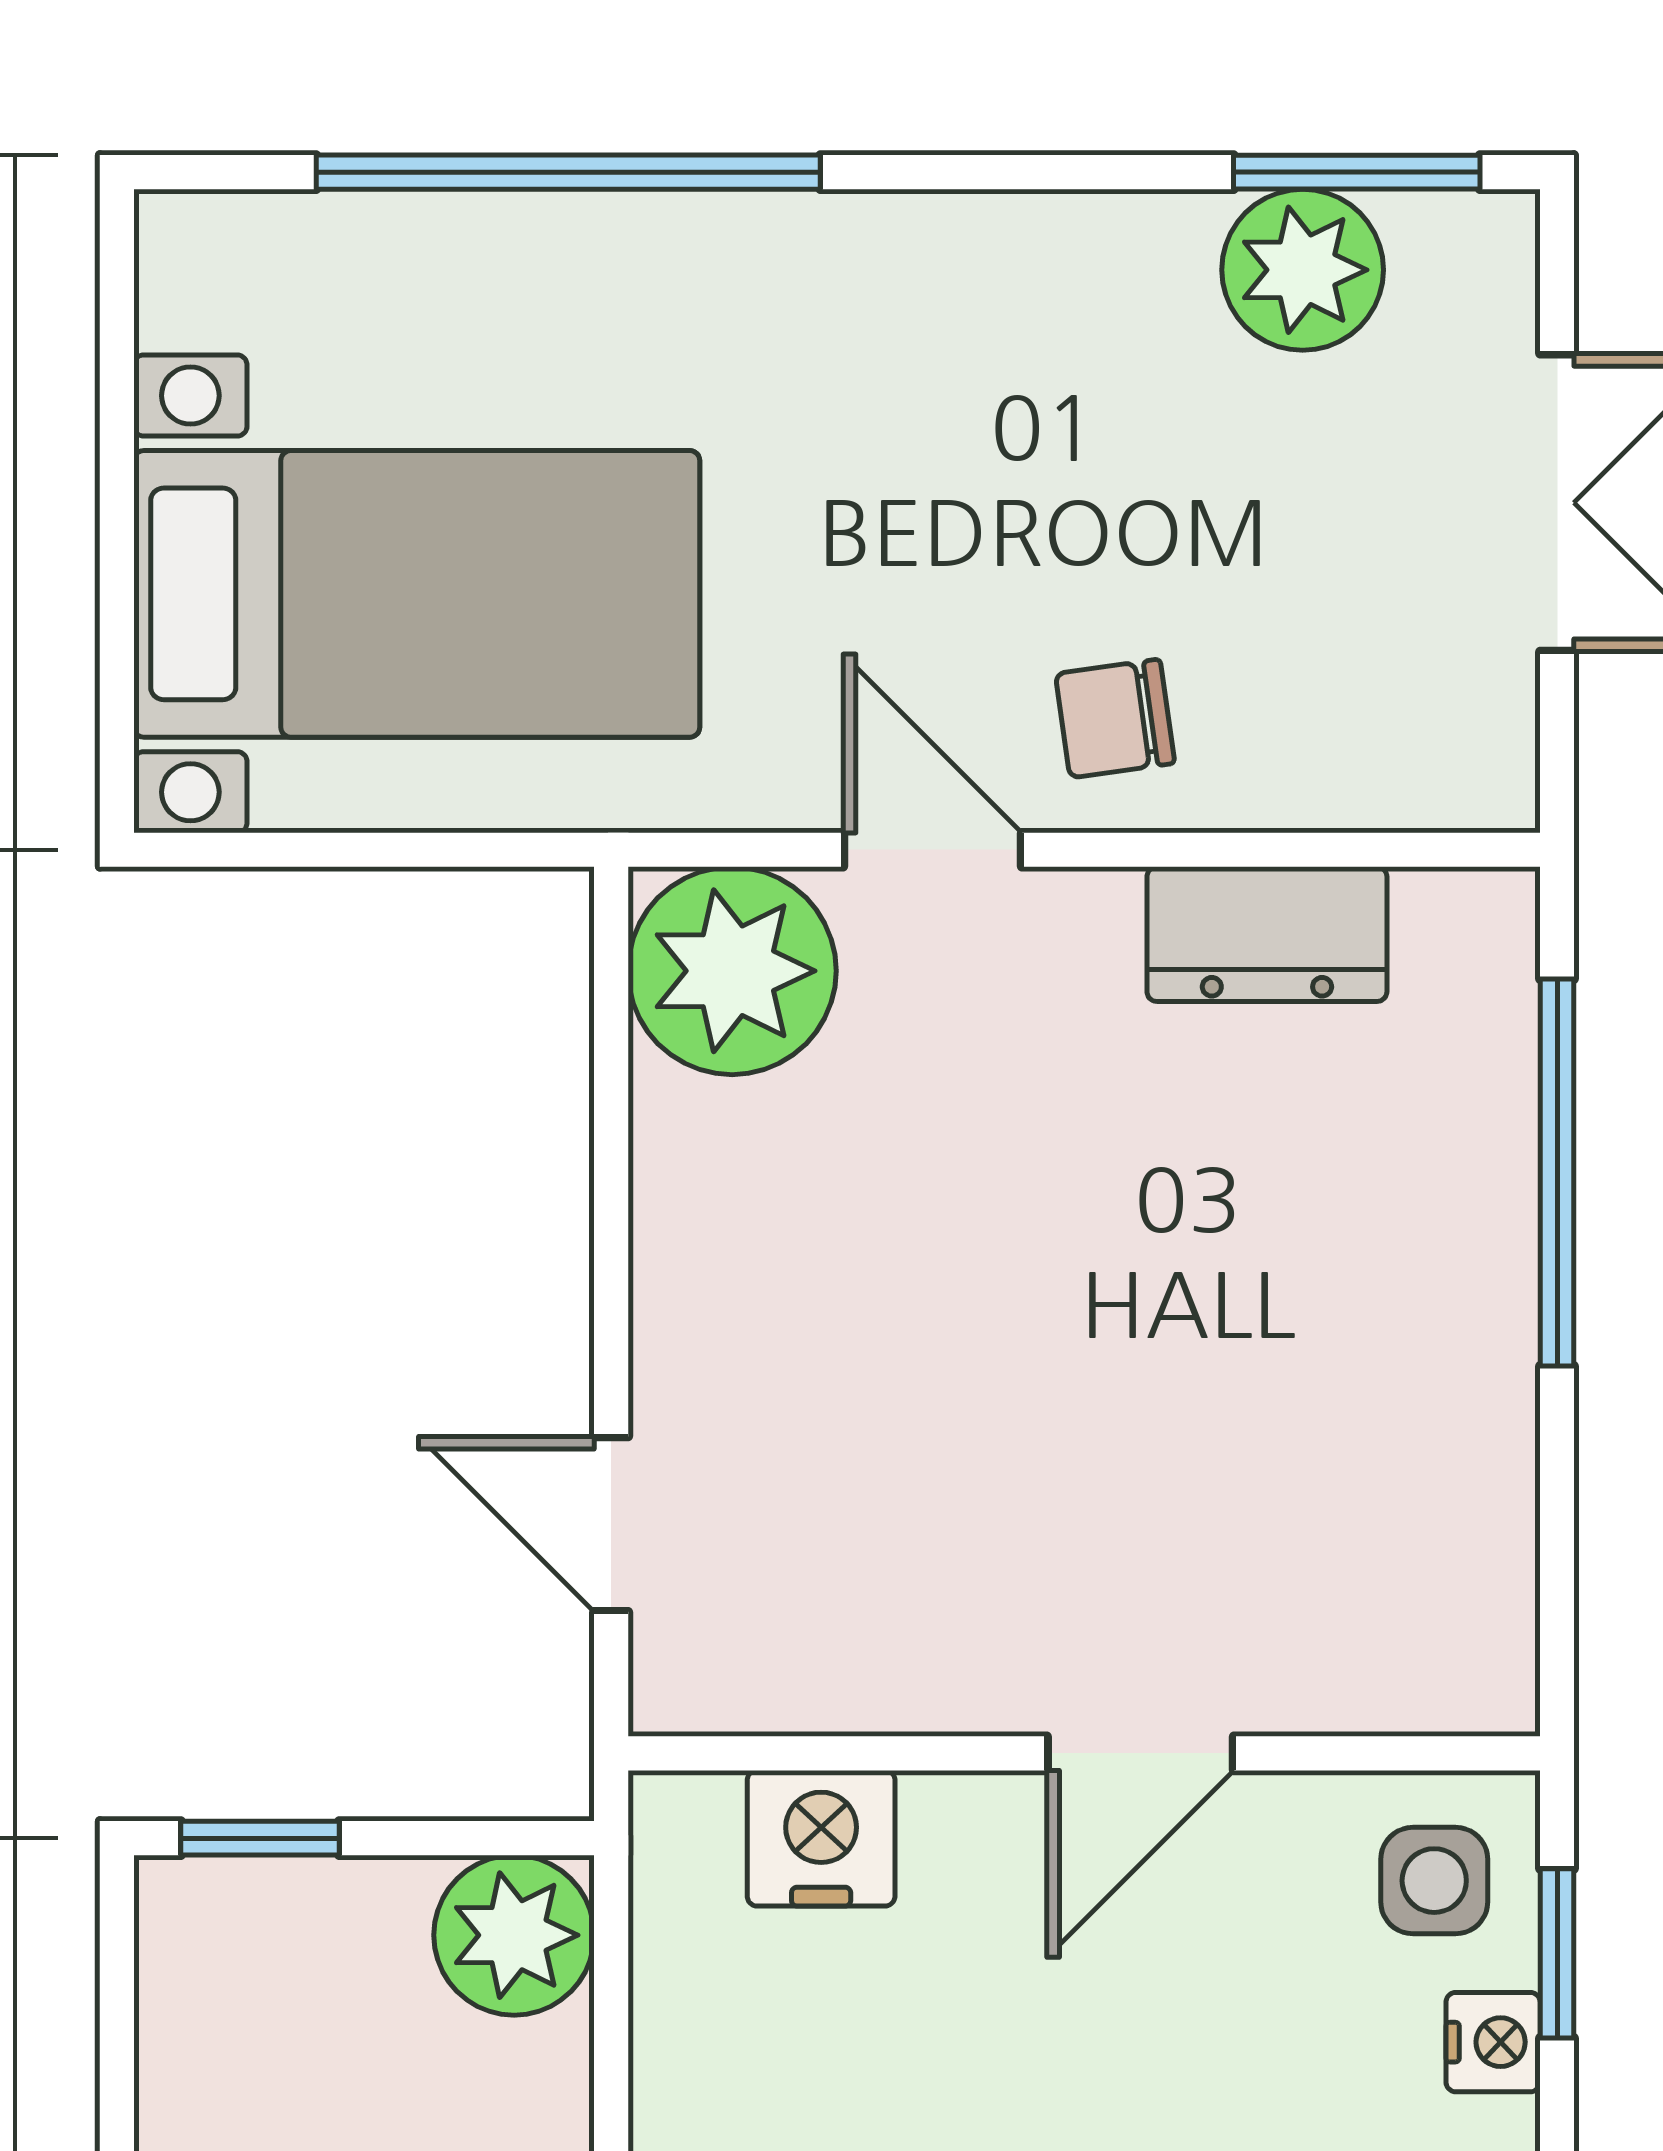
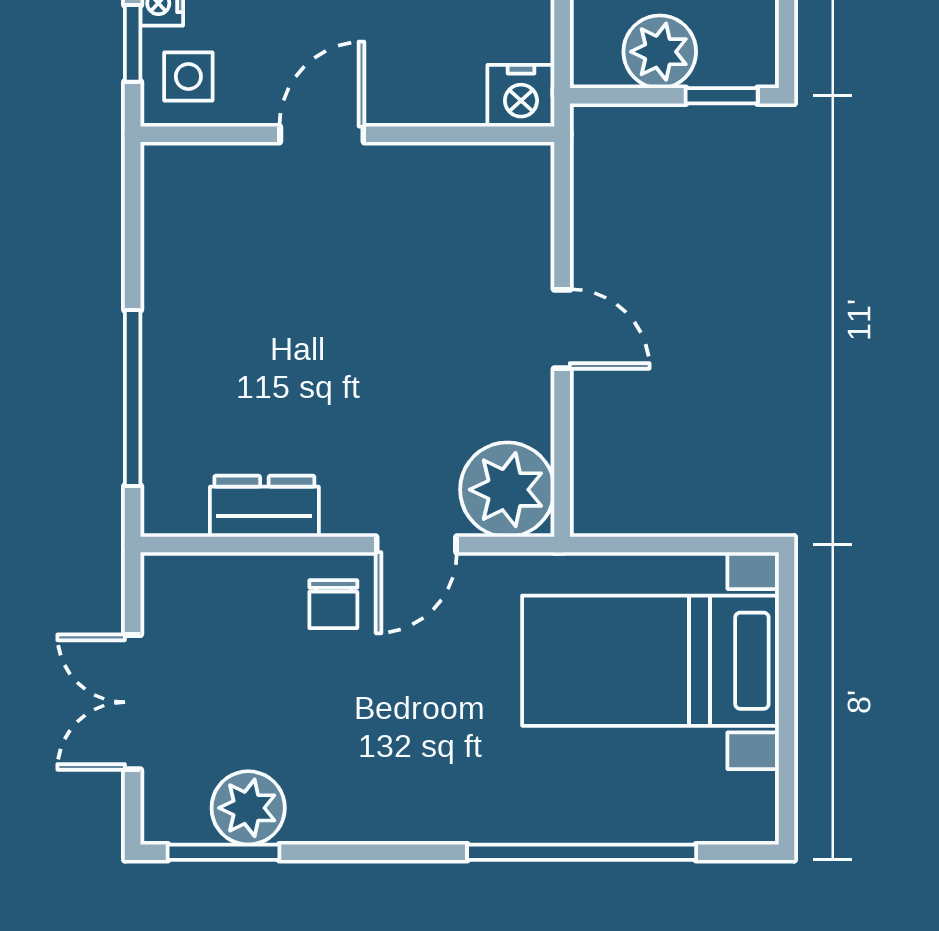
chair: (1115, 718) -> (333, 604), turned 98
door: (932, 850) -> (416, 545), hinge flipped
door: (611, 1524) -> (562, 329), moved
nightstand: (821, 1838) -> (521, 96), moved
plant: (514, 1935) -> (660, 52), moved

